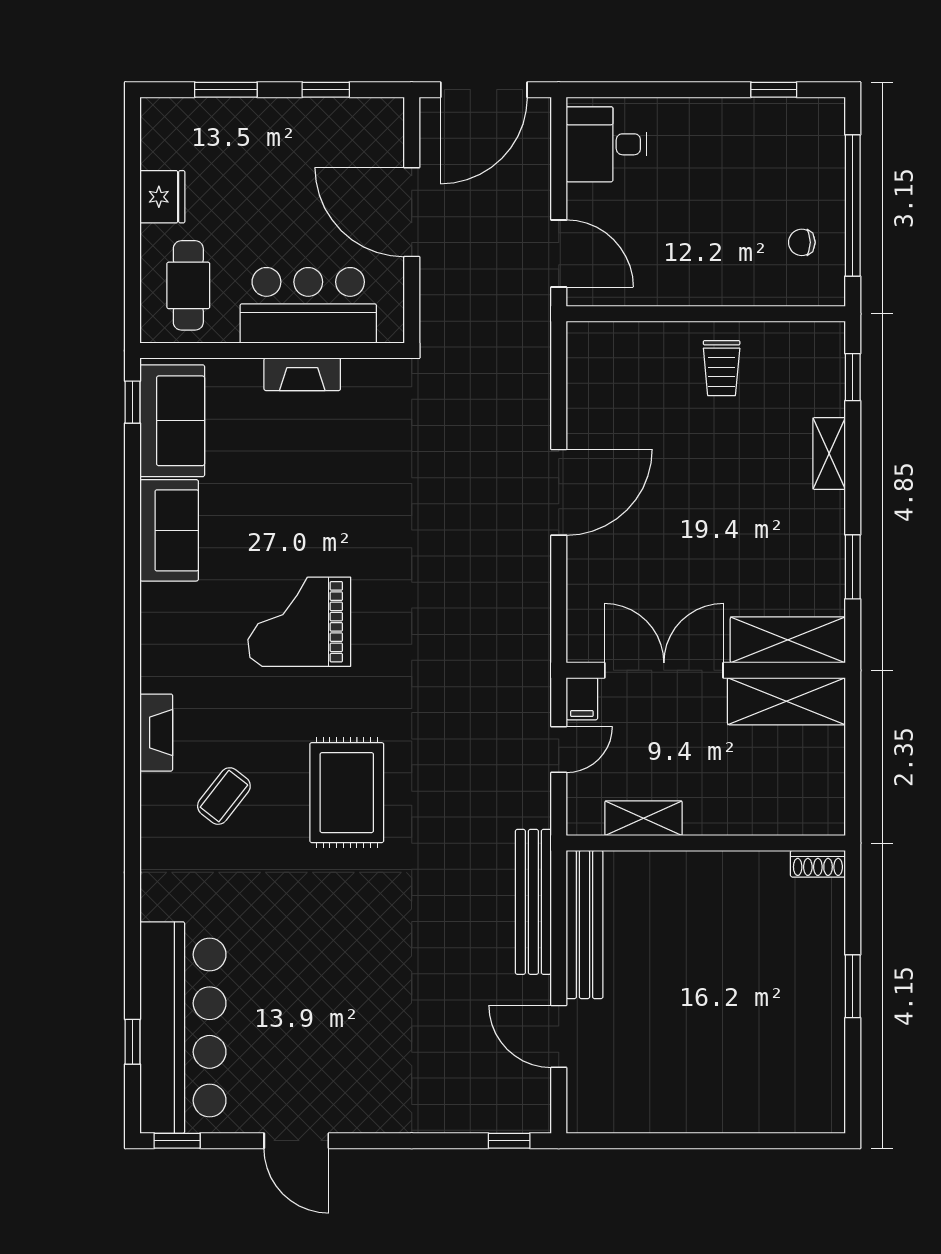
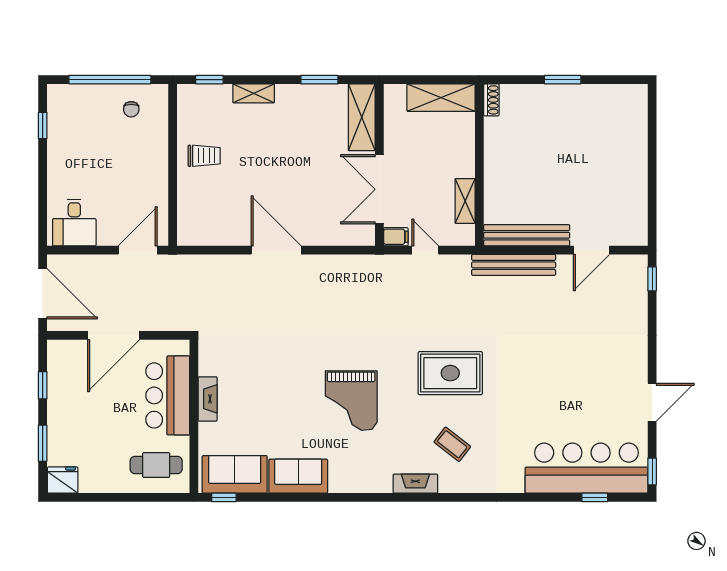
fridge: (162, 197) -> (63, 480), moved
shelving: (786, 701) -> (441, 98), moved, turned 90

